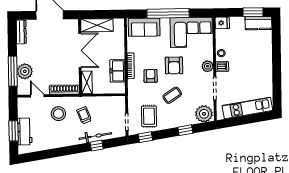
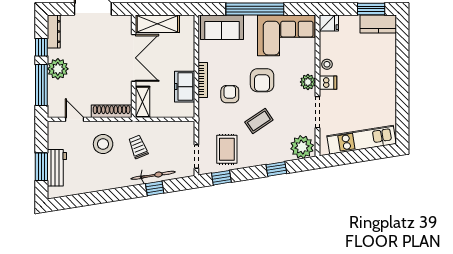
window: (12, 44) -> (41, 47), added
plant: (25, 71) -> (58, 69), moved

